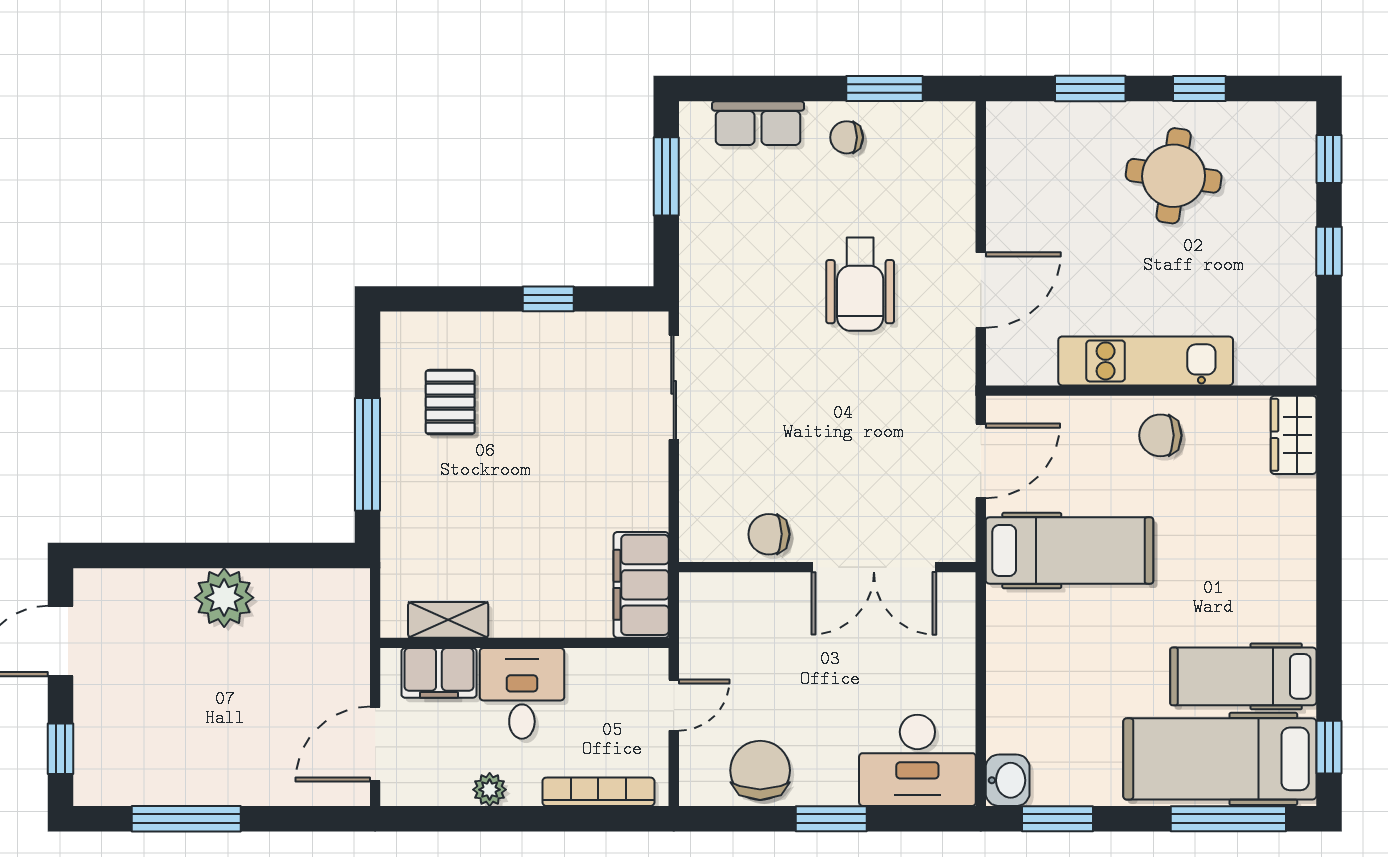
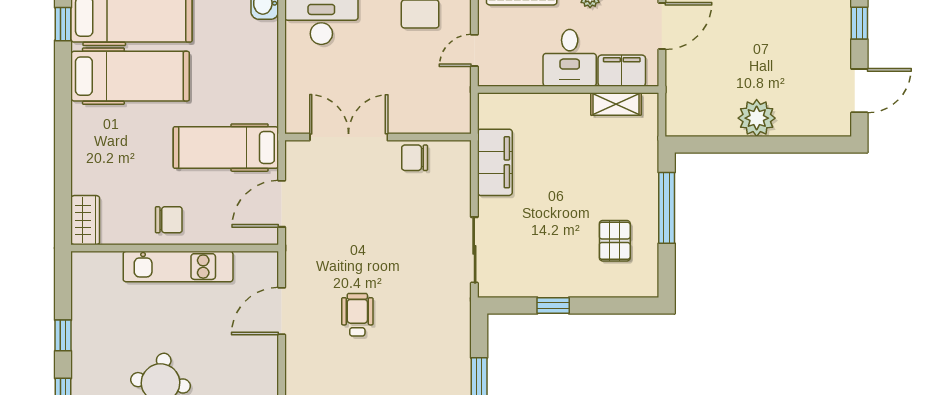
wheelchair: (860, 284) -> (357, 315), width x0.73, depth x0.73
chair: (769, 534) -> (415, 158), turned 180
filing cabinet: (641, 585) -> (495, 162), moved
hospital bed: (1243, 676) -> (130, 76), width x1.37, depth x1.29

